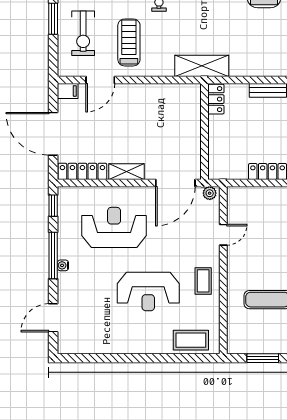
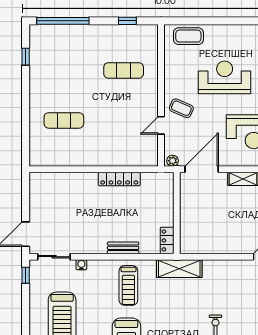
treadmill: (129, 42) -> (128, 285), moved
coffee table: (203, 281) -> (181, 108), moved, turned -67
window: (263, 358) -> (127, 21), width x0.67

